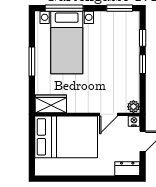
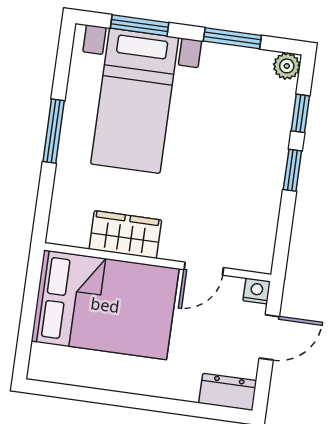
window: (64, 8) -> (140, 25), width x0.69
window: (120, 8) -> (232, 38), moved
wardrobe: (51, 104) -> (125, 235), moved
plant: (133, 107) -> (287, 66), moved

